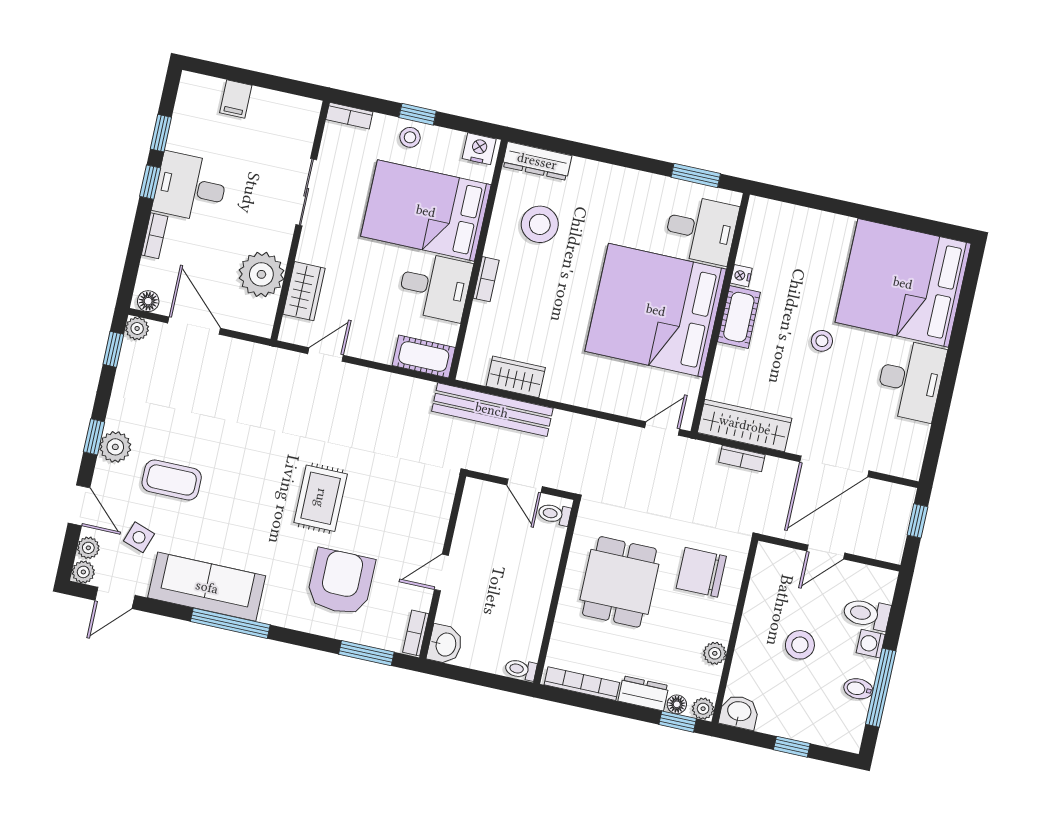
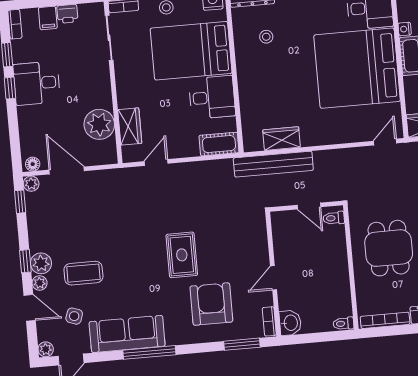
printer: (266, 102) -> (67, 14), added
sliding door: (306, 192) -> (109, 38), moved
stool: (540, 224) -> (266, 37), width x0.53, depth x0.53
bookcase: (155, 236) -> (15, 24), moved
bookcase: (486, 279) -> (243, 82), removed
plant: (88, 548) -> (40, 283), moved

